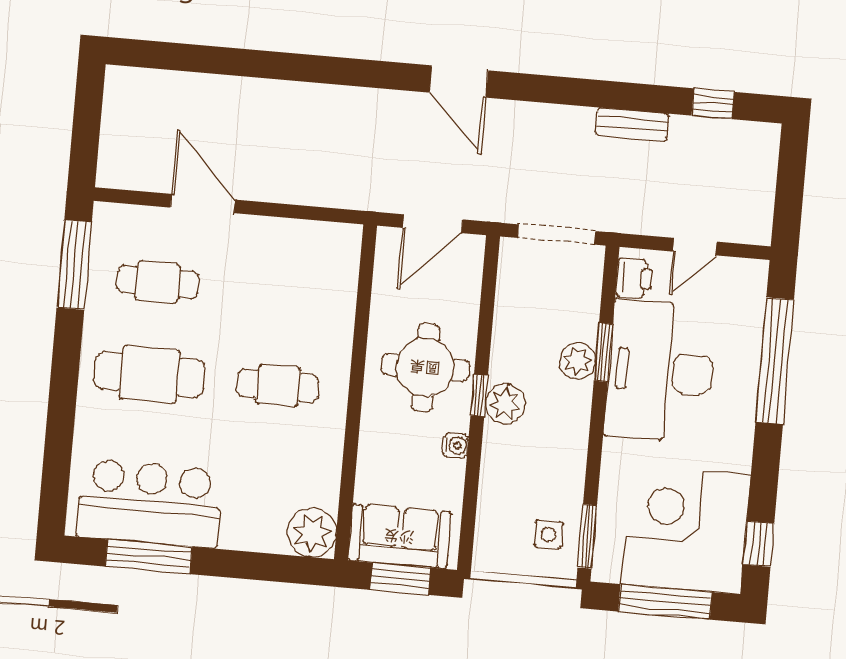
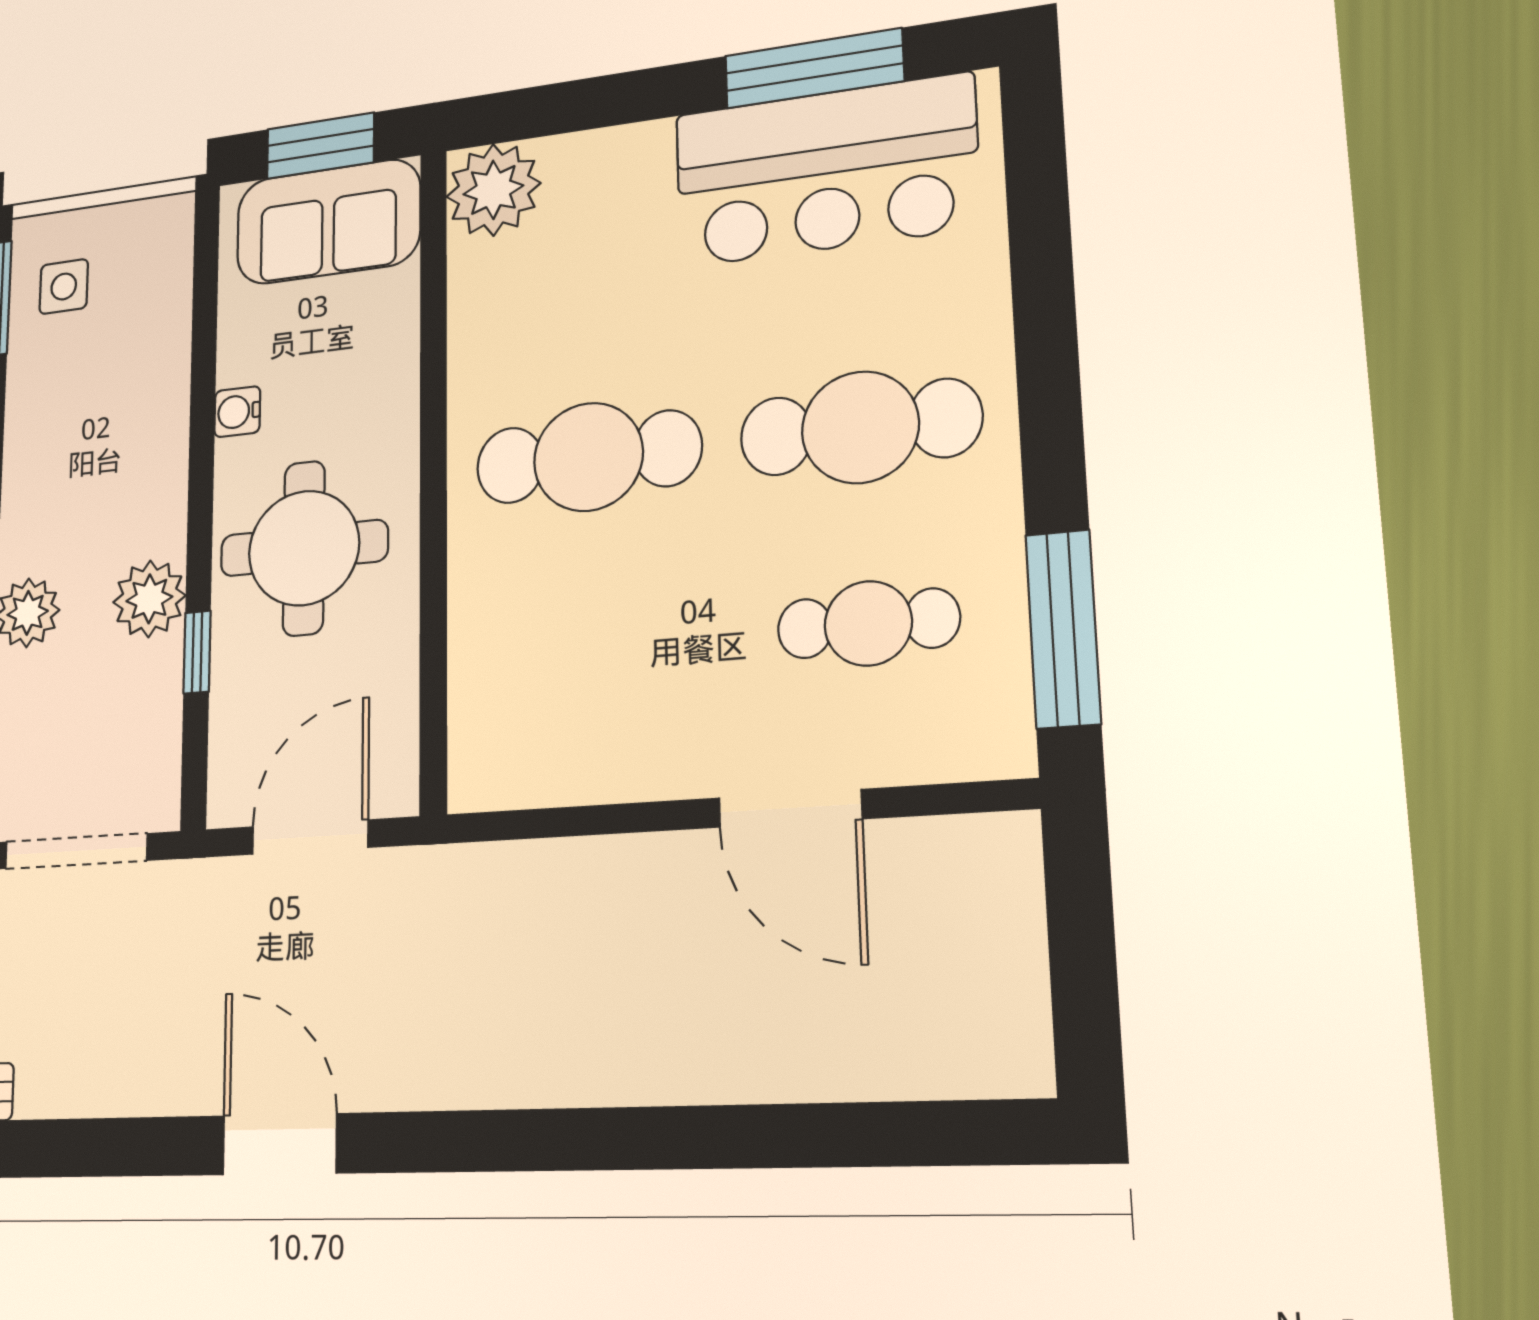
cafe table: (278, 386) -> (588, 457), width x1.37, depth x1.35
window: (479, 395) -> (197, 652), moved
plant: (505, 404) -> (149, 599), moved

